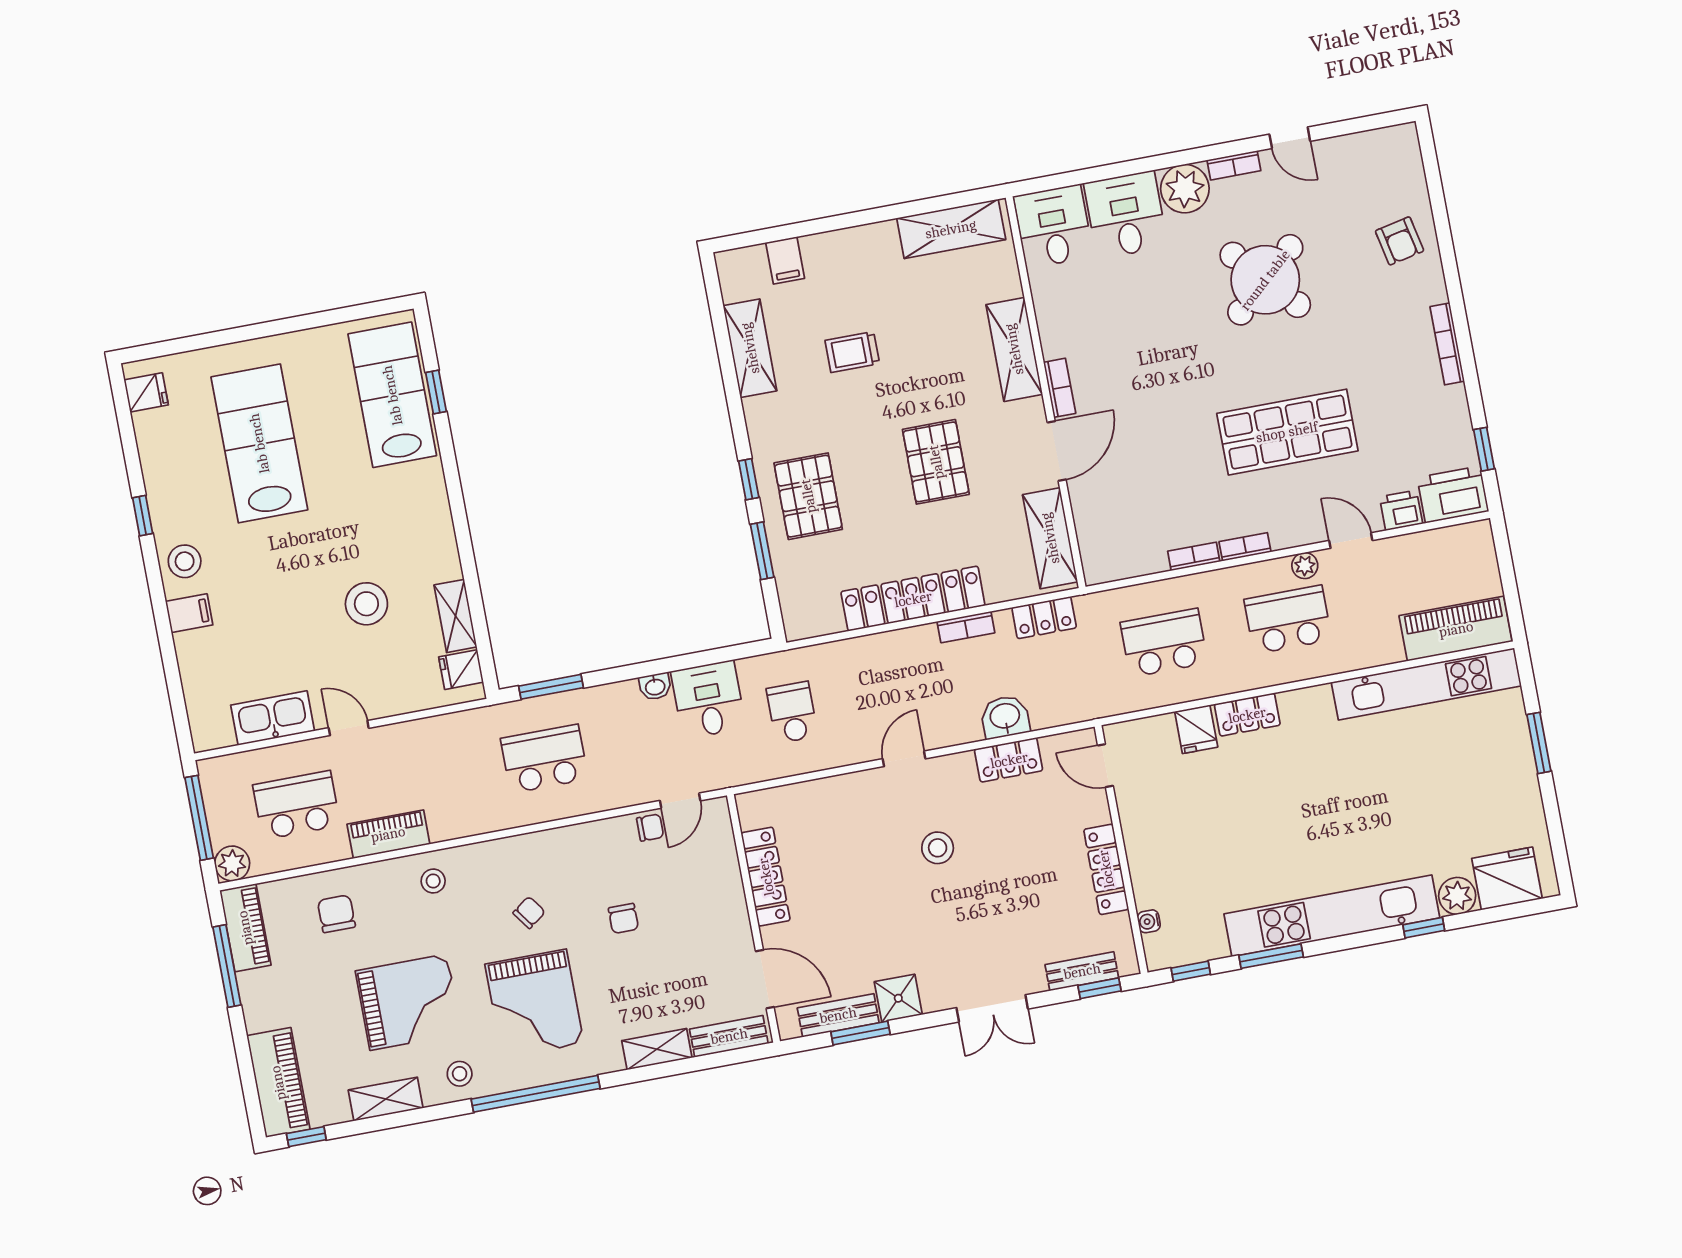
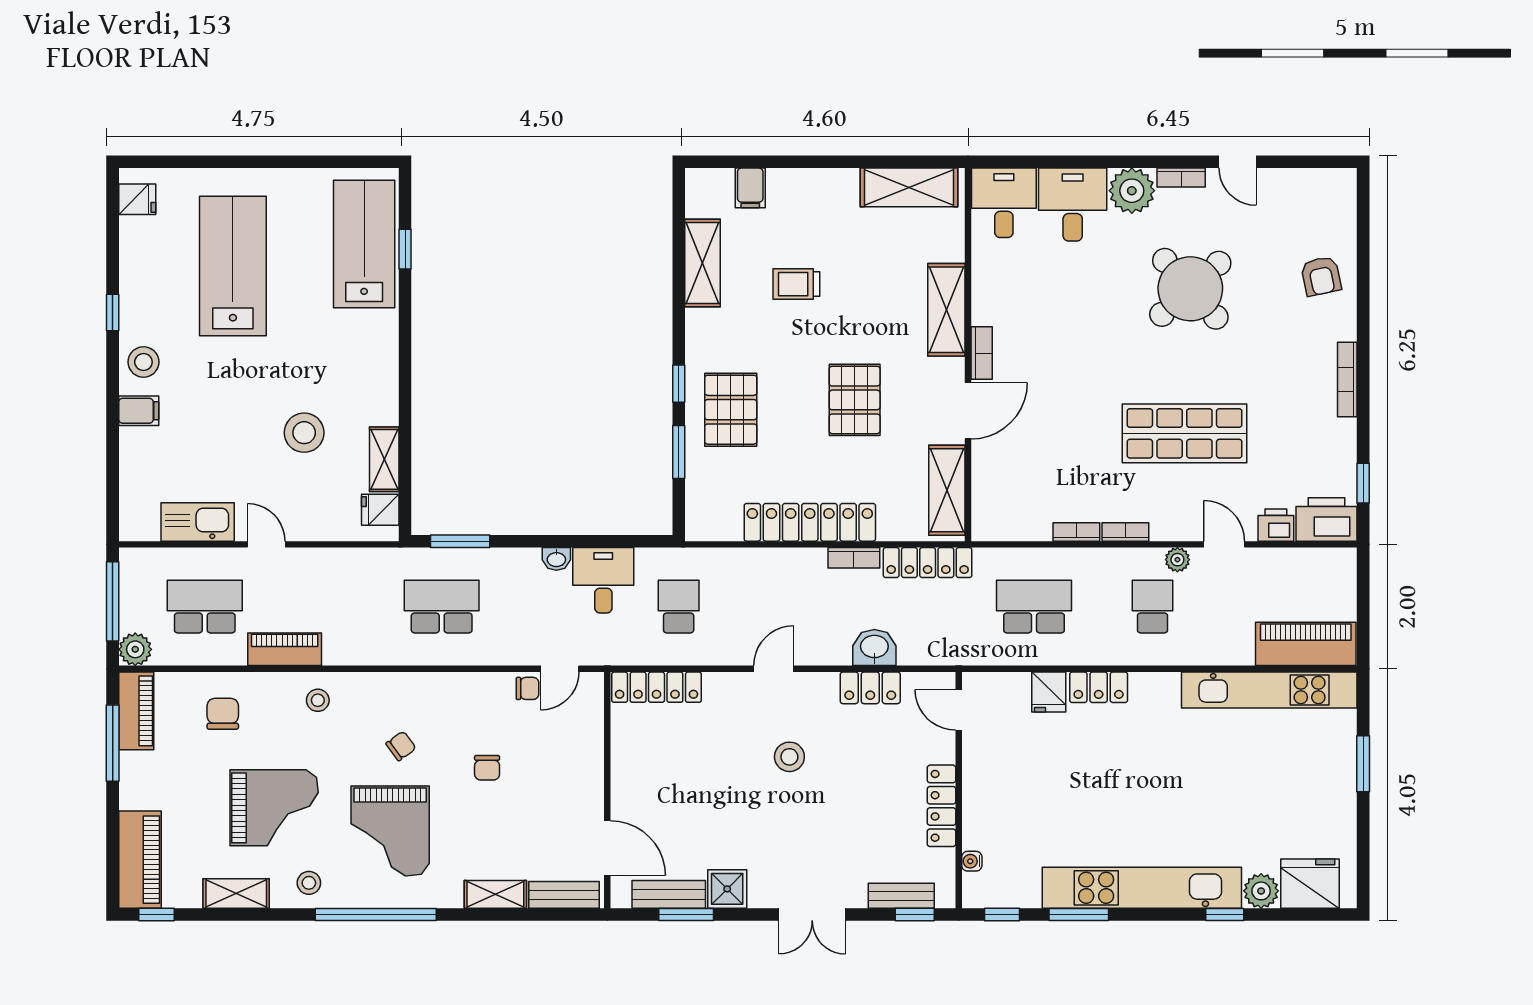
locker: (1044, 618) -> (928, 563), width x1.53
school desk: (1288, 620) -> (1152, 607), width x0.54
locker: (766, 877) -> (656, 687), moved, turned 90

